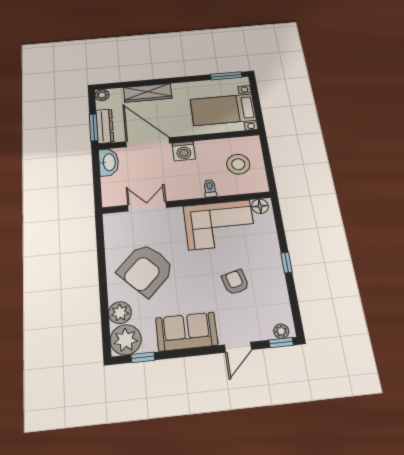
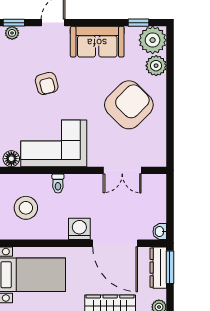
washbasin: (109, 162) -> (160, 232), width x0.52, depth x0.69

